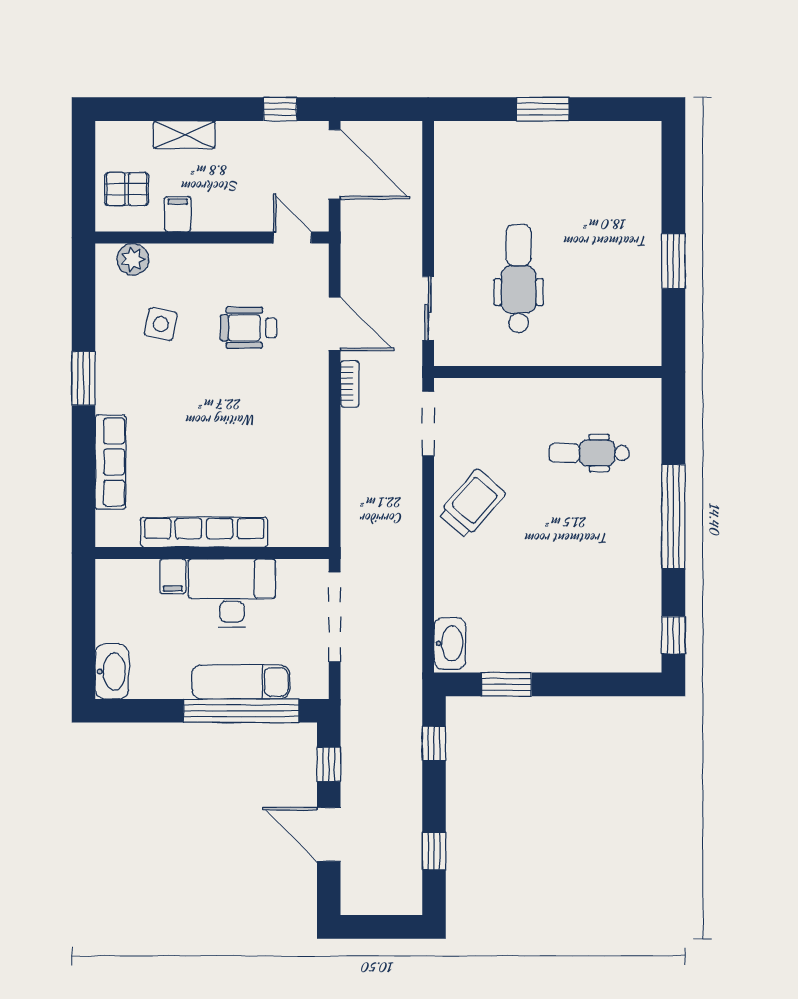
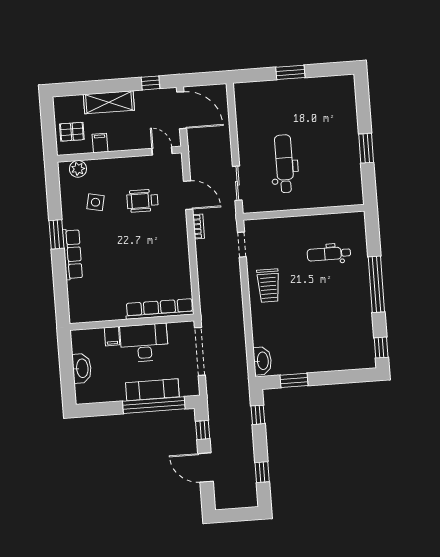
shelving: (184, 135) -> (109, 102), width x1.50, depth x1.33
doorway: (428, 424) -> (242, 245), width x0.73
row of seats: (110, 462) -> (72, 254), moved
trolley: (472, 504) -> (268, 285), turned 139
row of seats: (204, 532) -> (160, 309), moved
washbasin: (112, 672) -> (82, 368), moved

